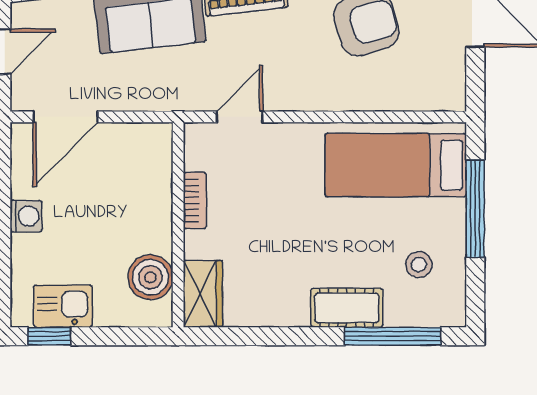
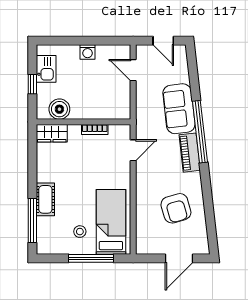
door: (65, 117) -> (133, 70), width x0.73
door: (240, 117) -> (133, 150), hinge flipped
stool: (419, 265) -> (80, 232), moved
window: (49, 336) -> (32, 84), moved

